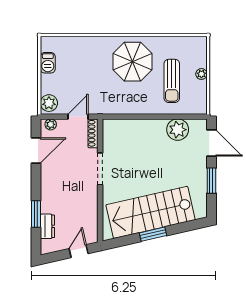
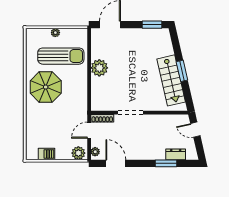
sun lounger: (172, 81) -> (61, 56), width x1.36, depth x1.34
door: (78, 117) -> (89, 130), hinge flipped
plant: (178, 130) -> (99, 68), moved
window: (211, 181) -> (152, 25), moved
stairs: (151, 212) -> (171, 80), width x0.73, depth x0.66

